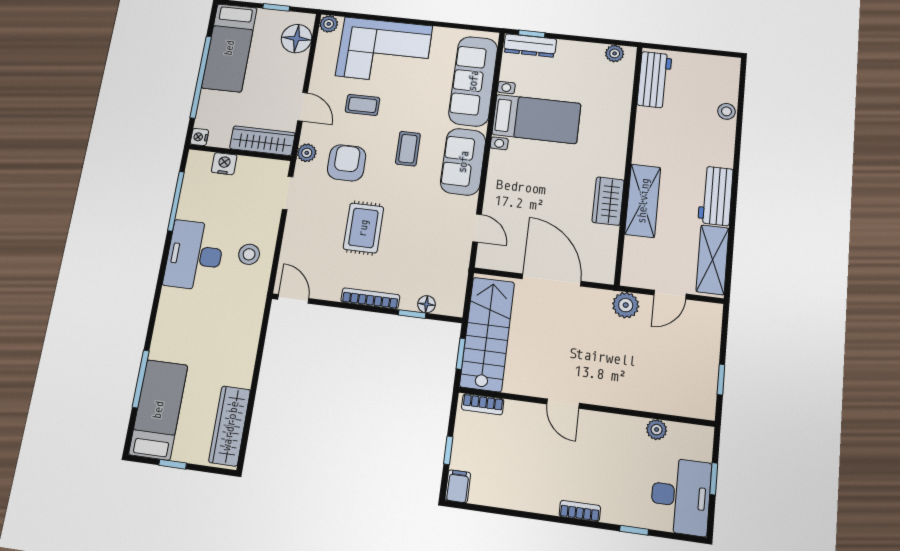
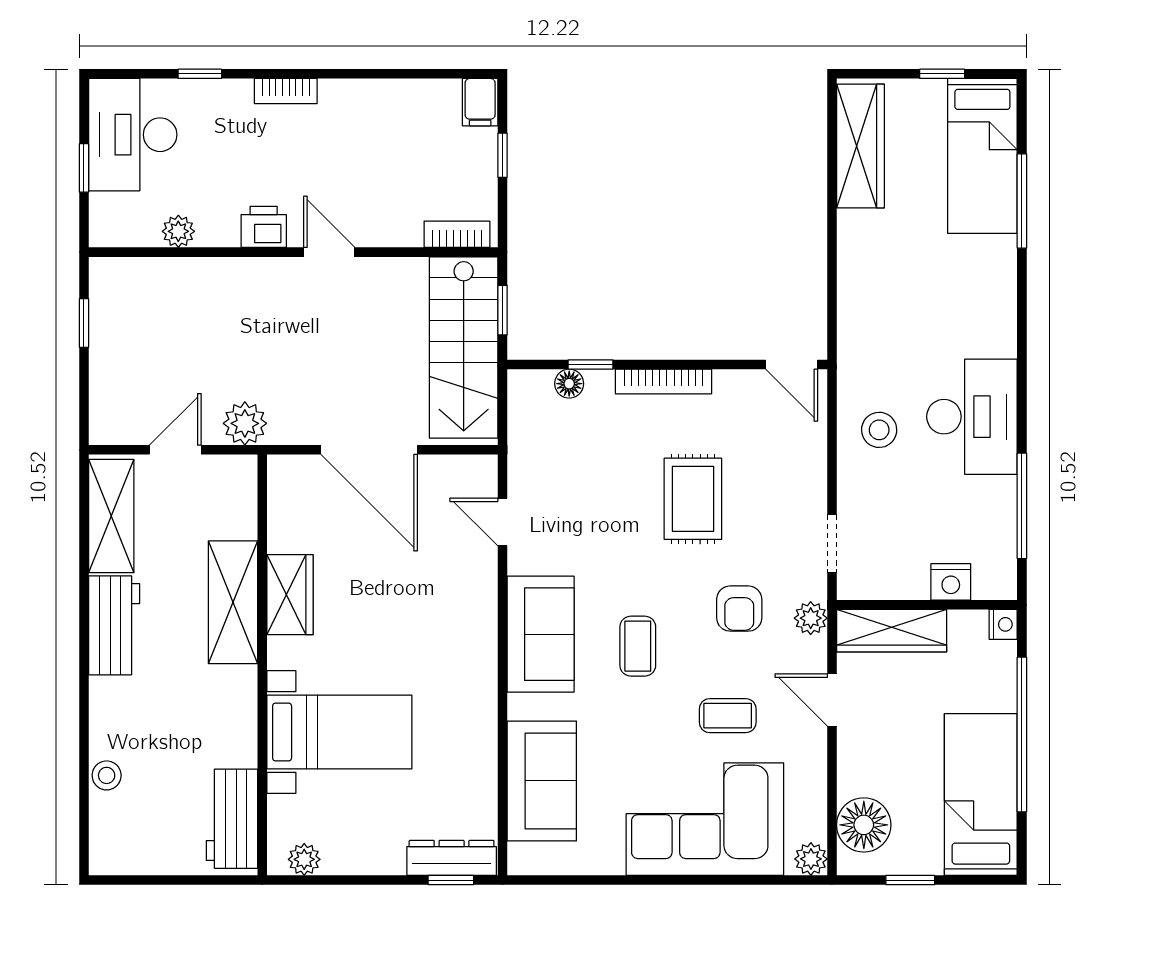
sofa: (473, 81) -> (542, 781), width x0.73
bed with nightstands: (536, 119) -> (339, 732), moved, turned 180
armchair: (347, 163) -> (739, 609), width x0.72, depth x0.72
printer: (602, 425) -> (264, 227), added

